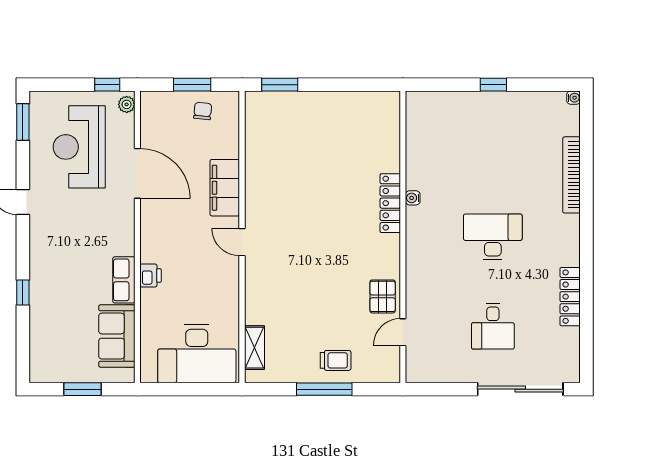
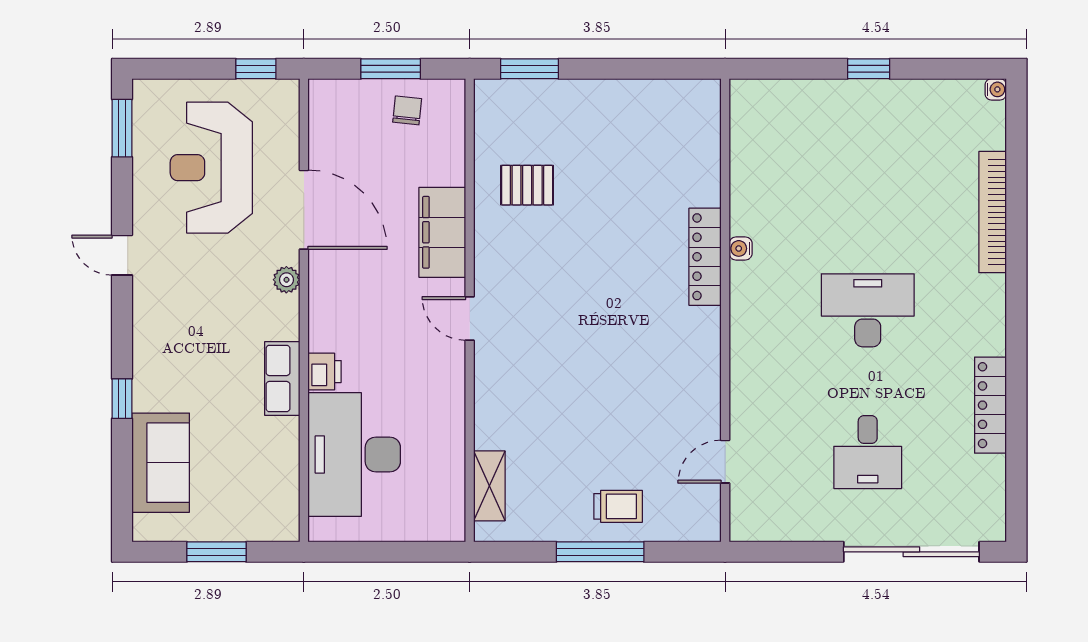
plant: (127, 104) -> (286, 280), moved
pallet: (383, 296) -> (527, 185), moved, turned 90
sofa: (117, 336) -> (161, 463), moved, turned 180
desk: (197, 354) -> (354, 454), moved, turned 90

